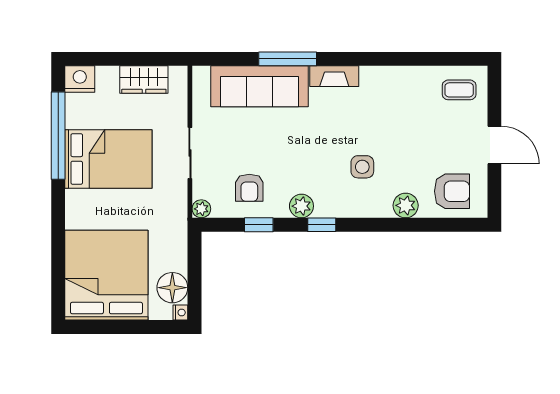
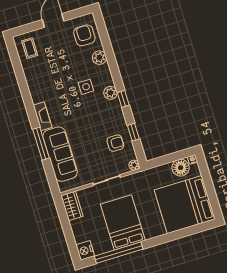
wardrobe: (144, 80) -> (72, 206), moved
plant: (301, 206) -> (110, 93), moved

